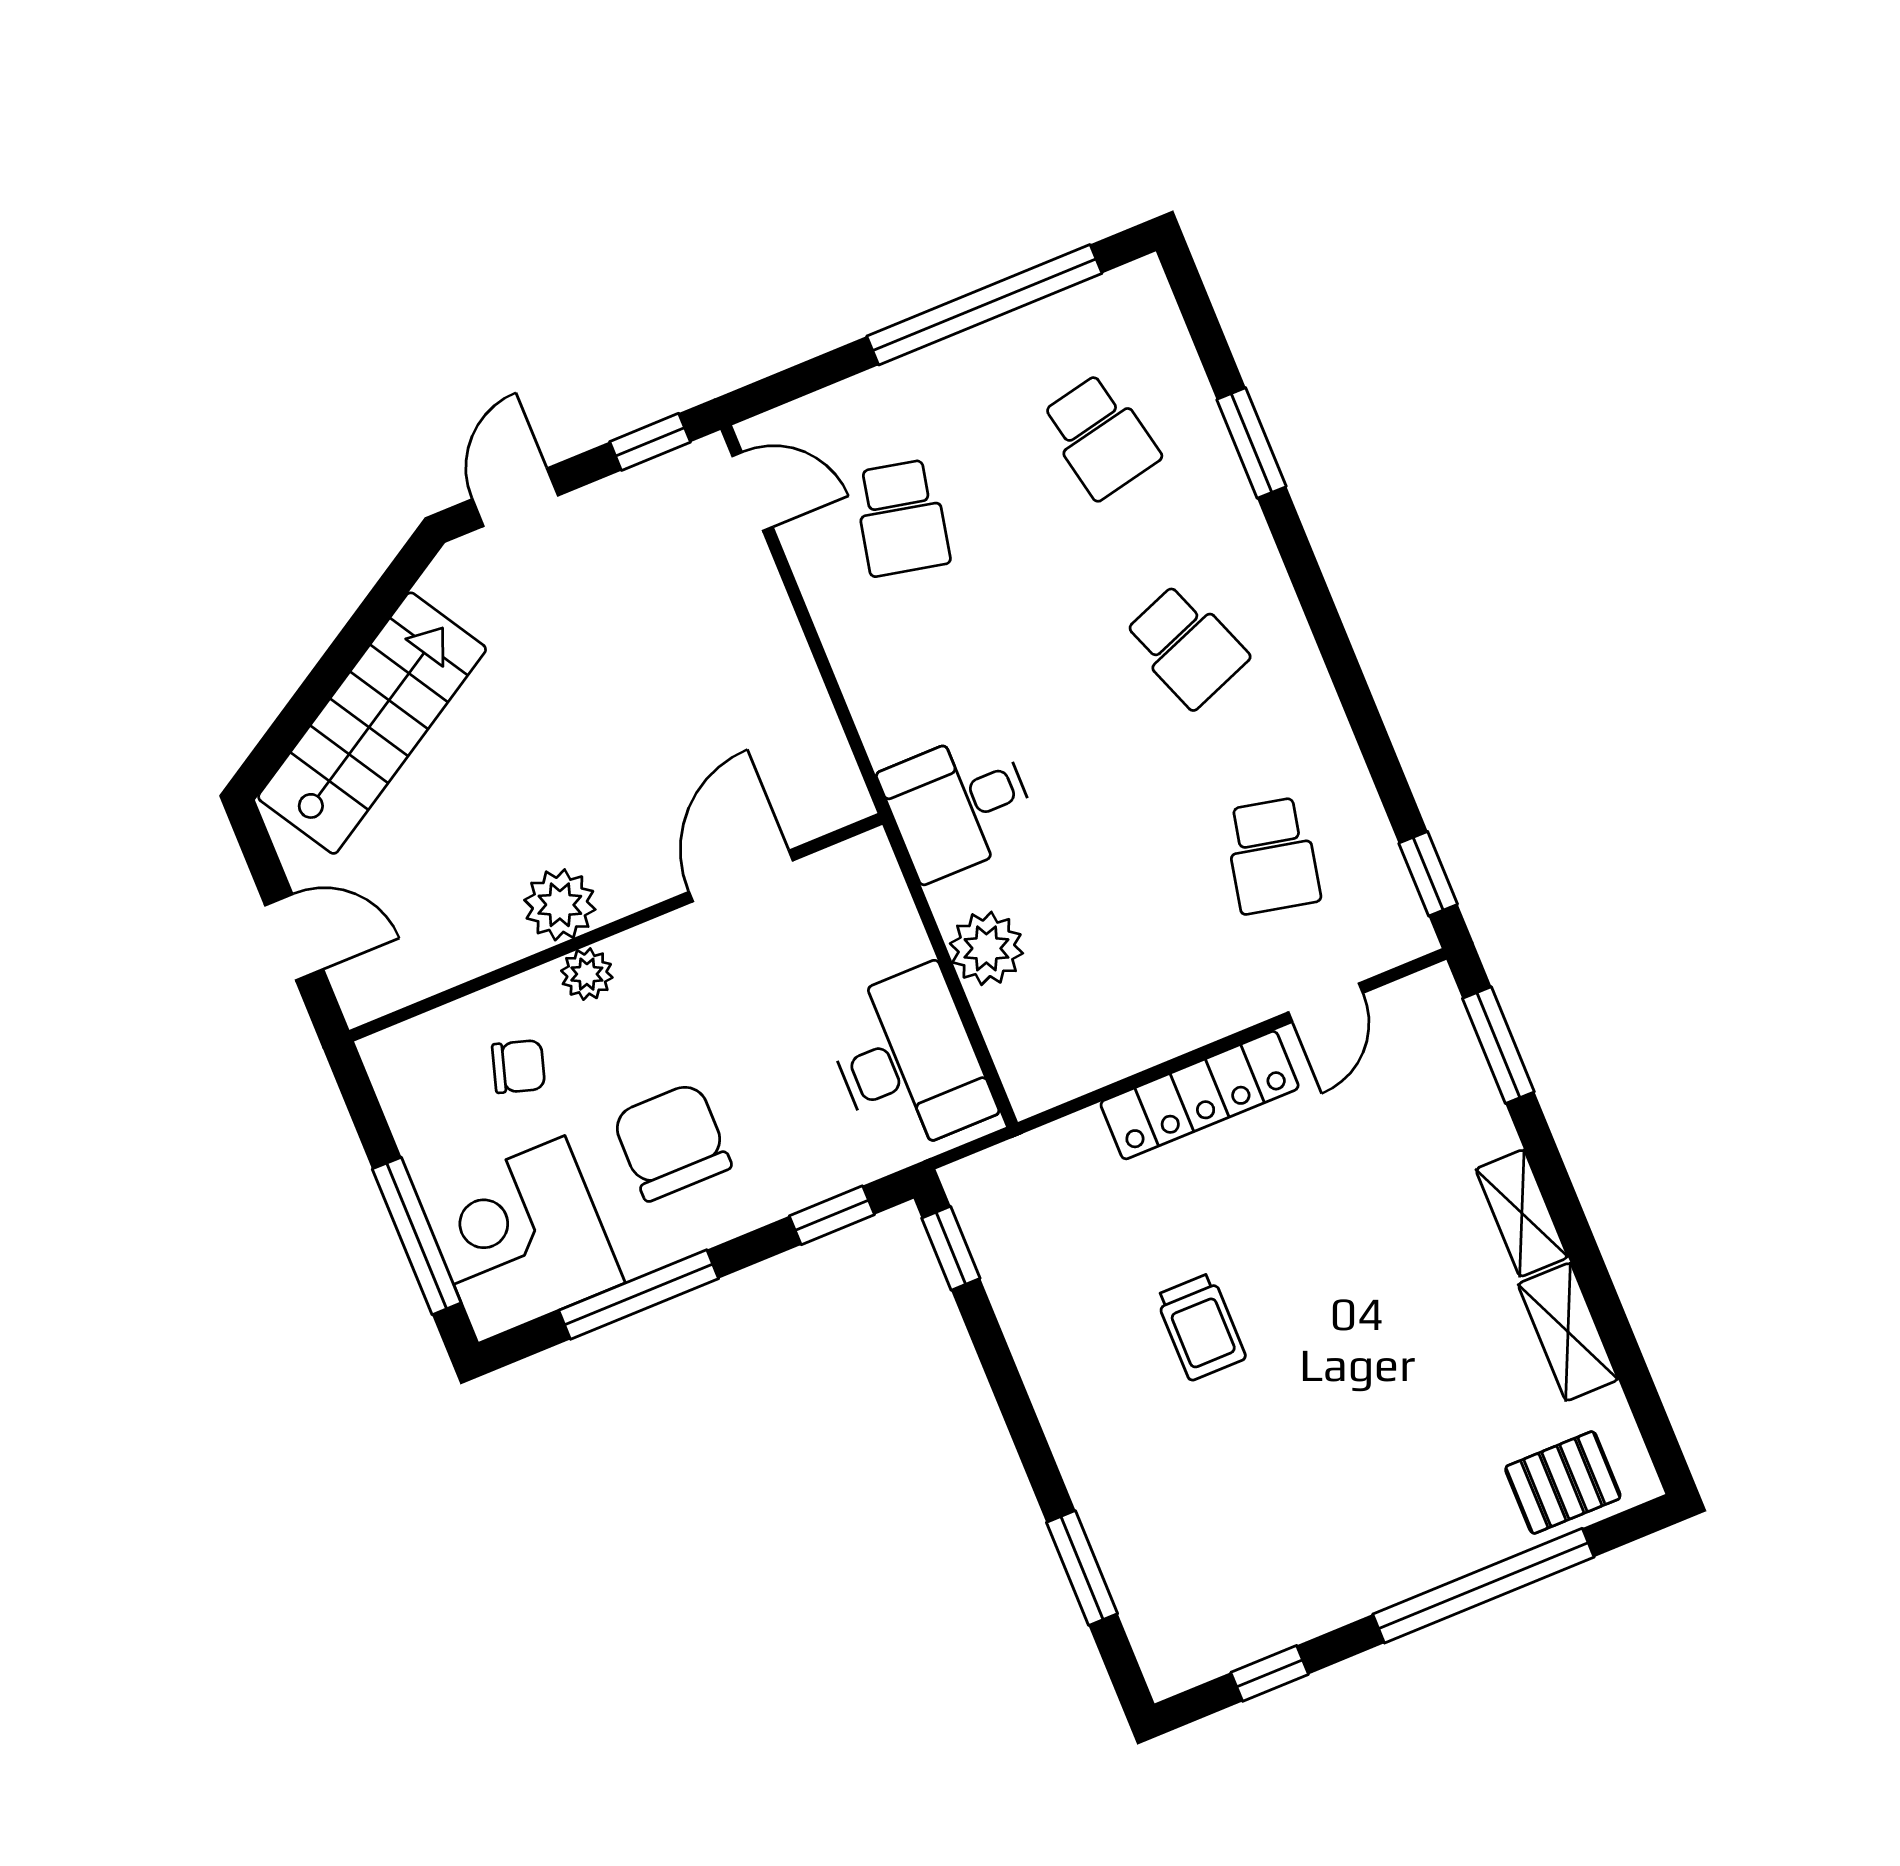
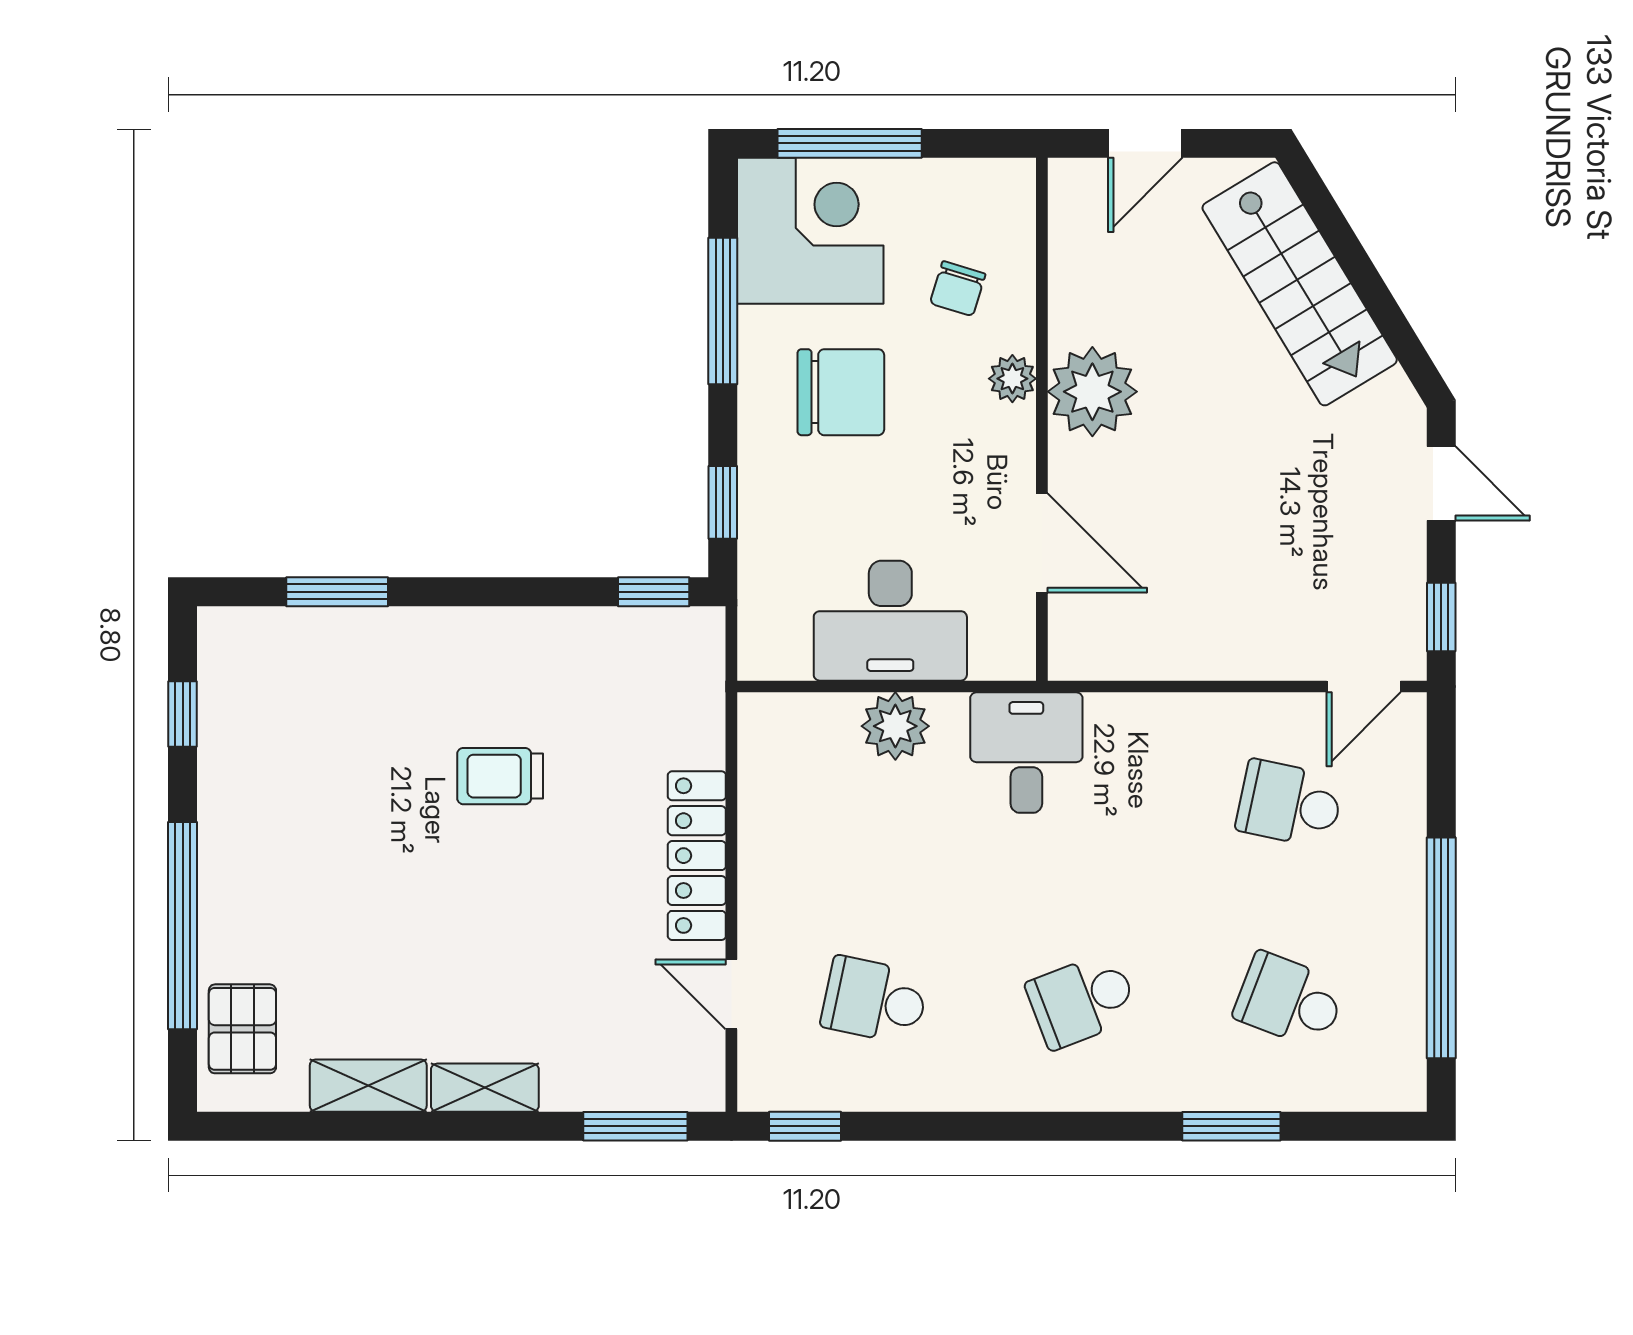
school desk: (1100, 436) -> (1290, 1000), turned 33
plant: (560, 905) -> (1092, 392), width x1.36, depth x1.36
desk: (908, 1061) -> (890, 621), moved

